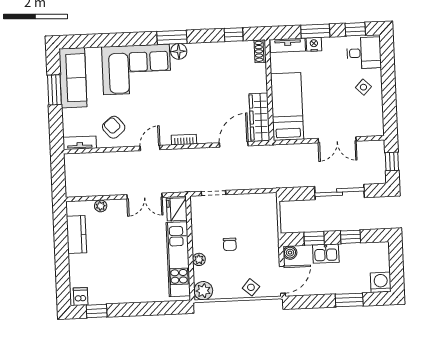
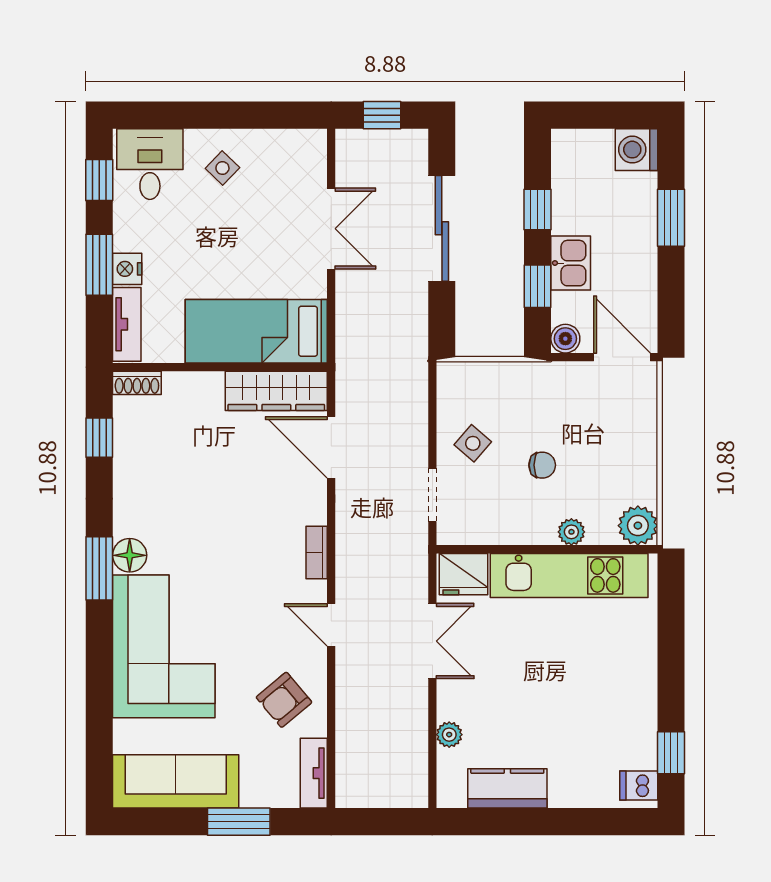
window: (54, 90) -> (239, 822), moved
side table: (251, 287) -> (473, 443), moved

